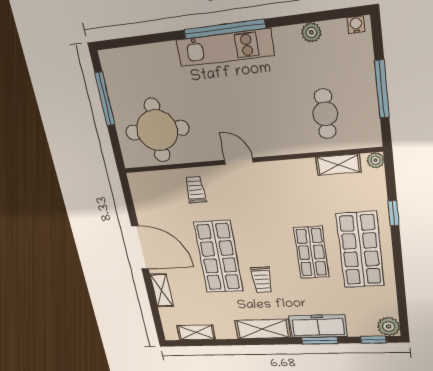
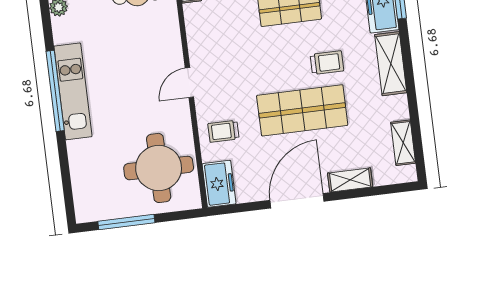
freezer: (148, 184) -> (219, 184), added

